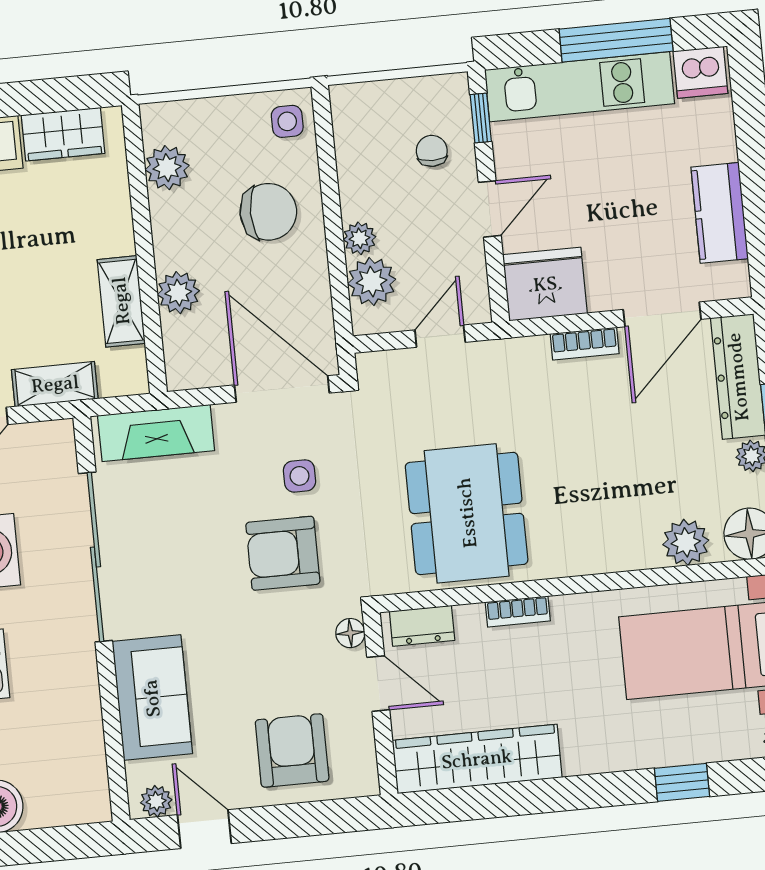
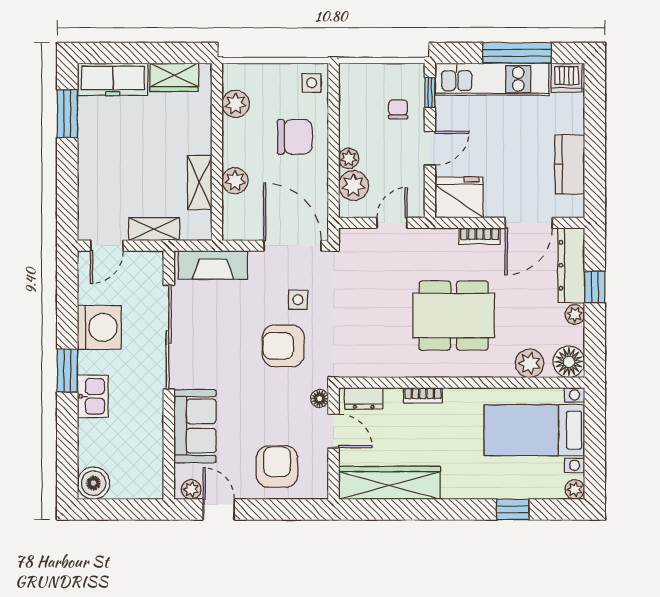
dining table: (467, 513) -> (454, 316), moved, turned 90

